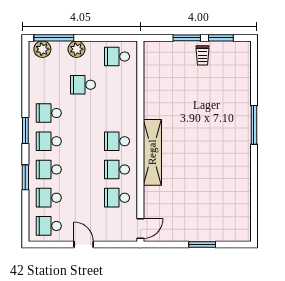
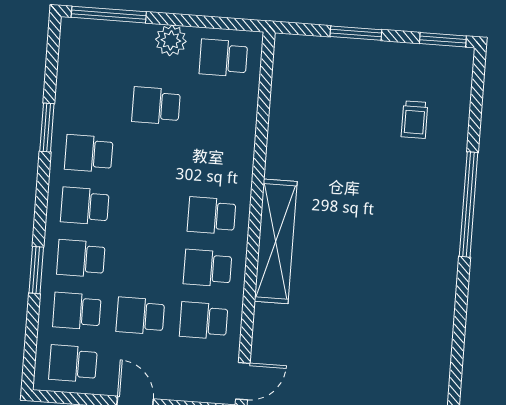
window: (221, 38) -> (443, 40), moved
plant: (42, 49) -> (86, 34), removed
plant: (76, 49) -> (171, 40), moved
trolley: (202, 55) -> (415, 120), moved
window: (254, 125) -> (469, 204), width x1.46
window: (25, 130) -> (47, 127), moved
school desk: (83, 198) -> (140, 316), added

